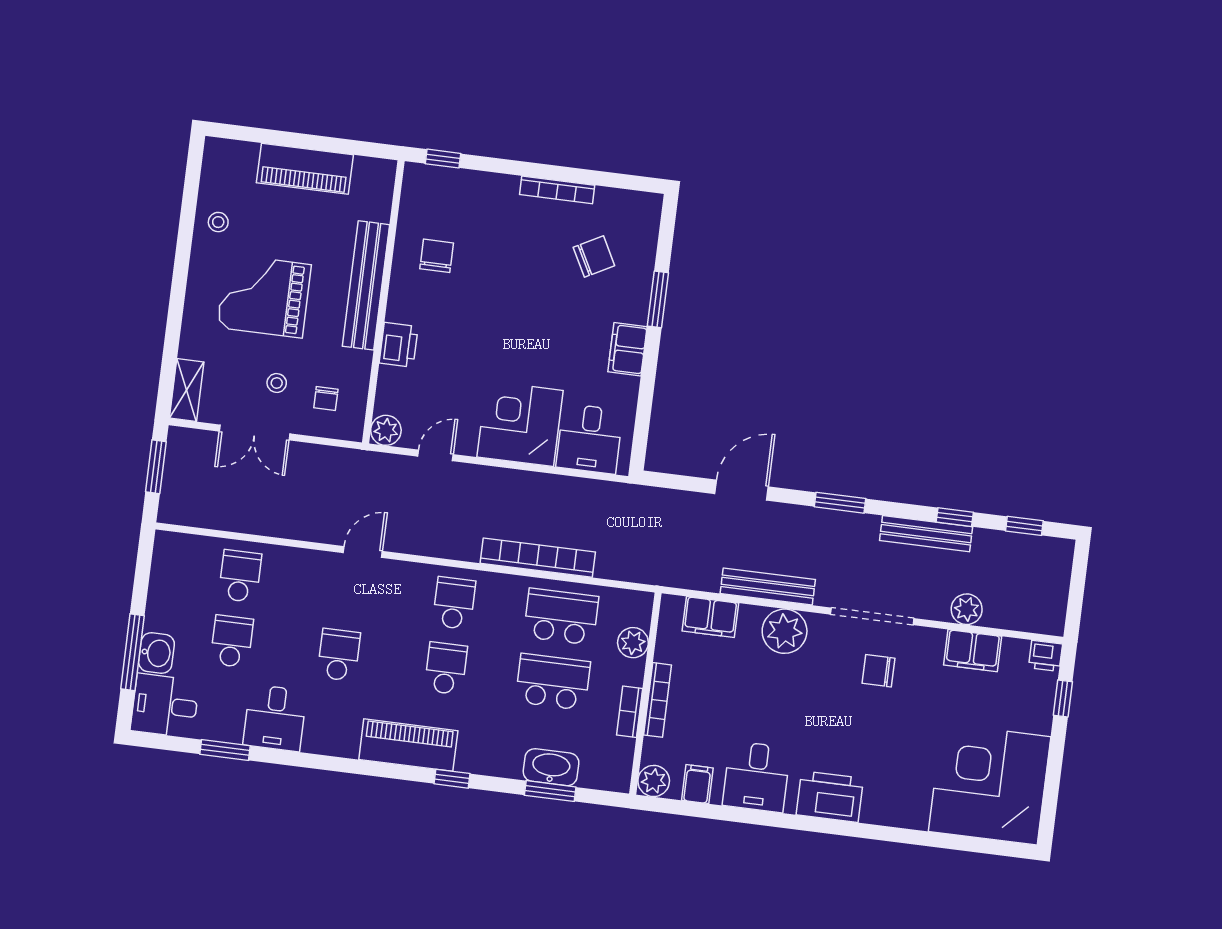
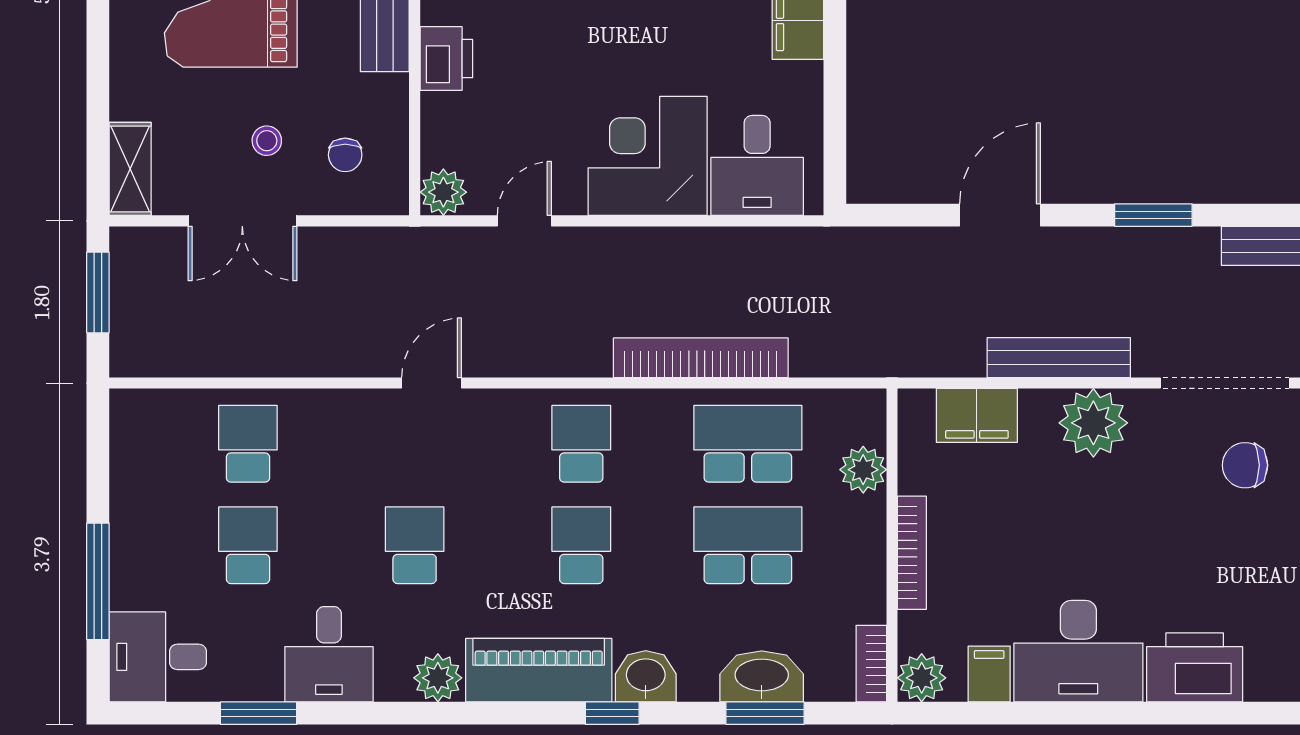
washbasin: (156, 653) -> (646, 676), moved, turned -90
bookcase: (630, 712) -> (871, 664), moved
plant: (343, 742) -> (438, 678), added
desk: (756, 777) -> (1078, 651), width x1.37

